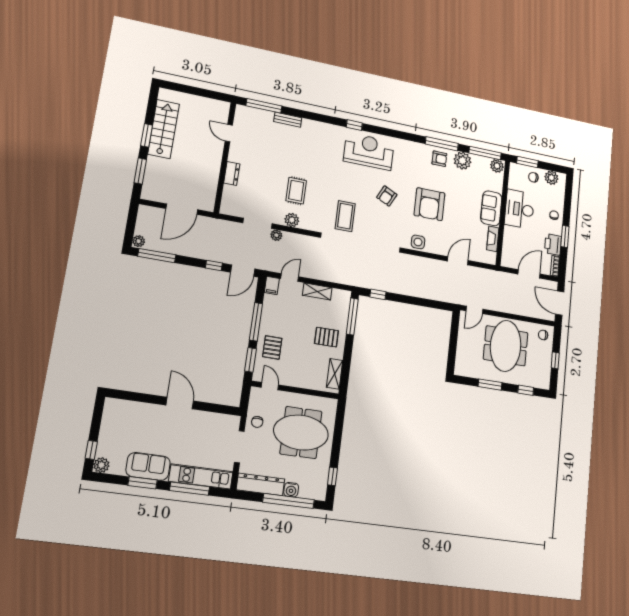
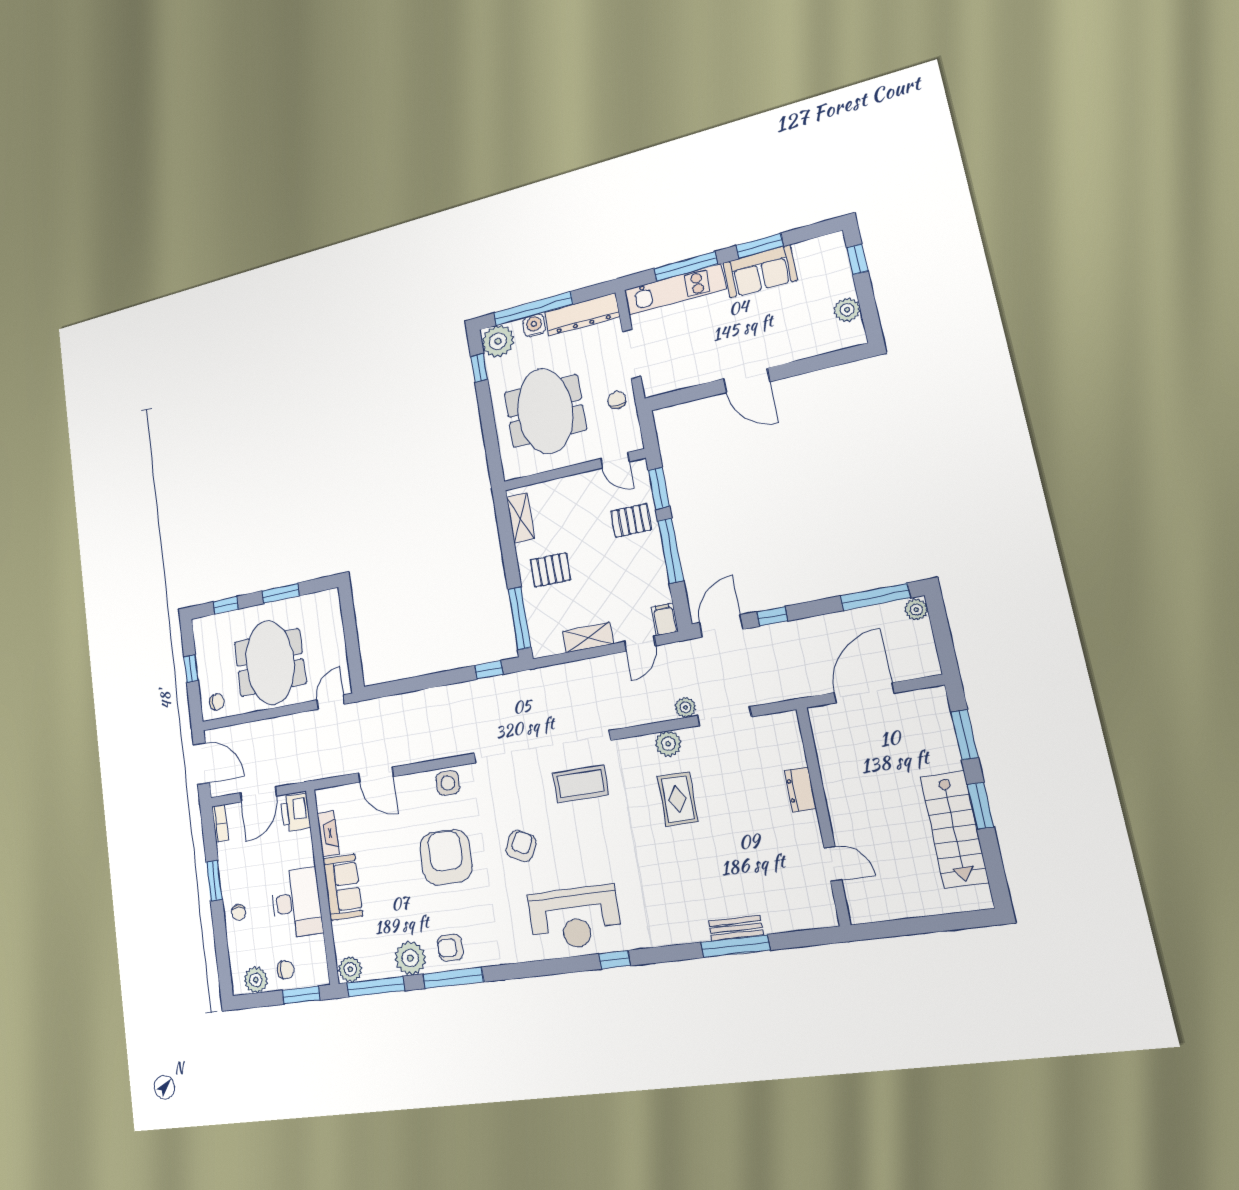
window: (264, 106) -> (735, 946), moved
coffee table: (345, 216) -> (581, 784), turned 90
printer: (553, 245) -> (296, 812), moved, turned 180
door: (458, 261) -> (376, 775), hinge flipped
pallet: (272, 347) -> (631, 521), turned 90
meeting table: (301, 433) -> (545, 411), turned 90
plant: (101, 465) -> (847, 310), moved
plant: (316, 489) -> (498, 341), added

